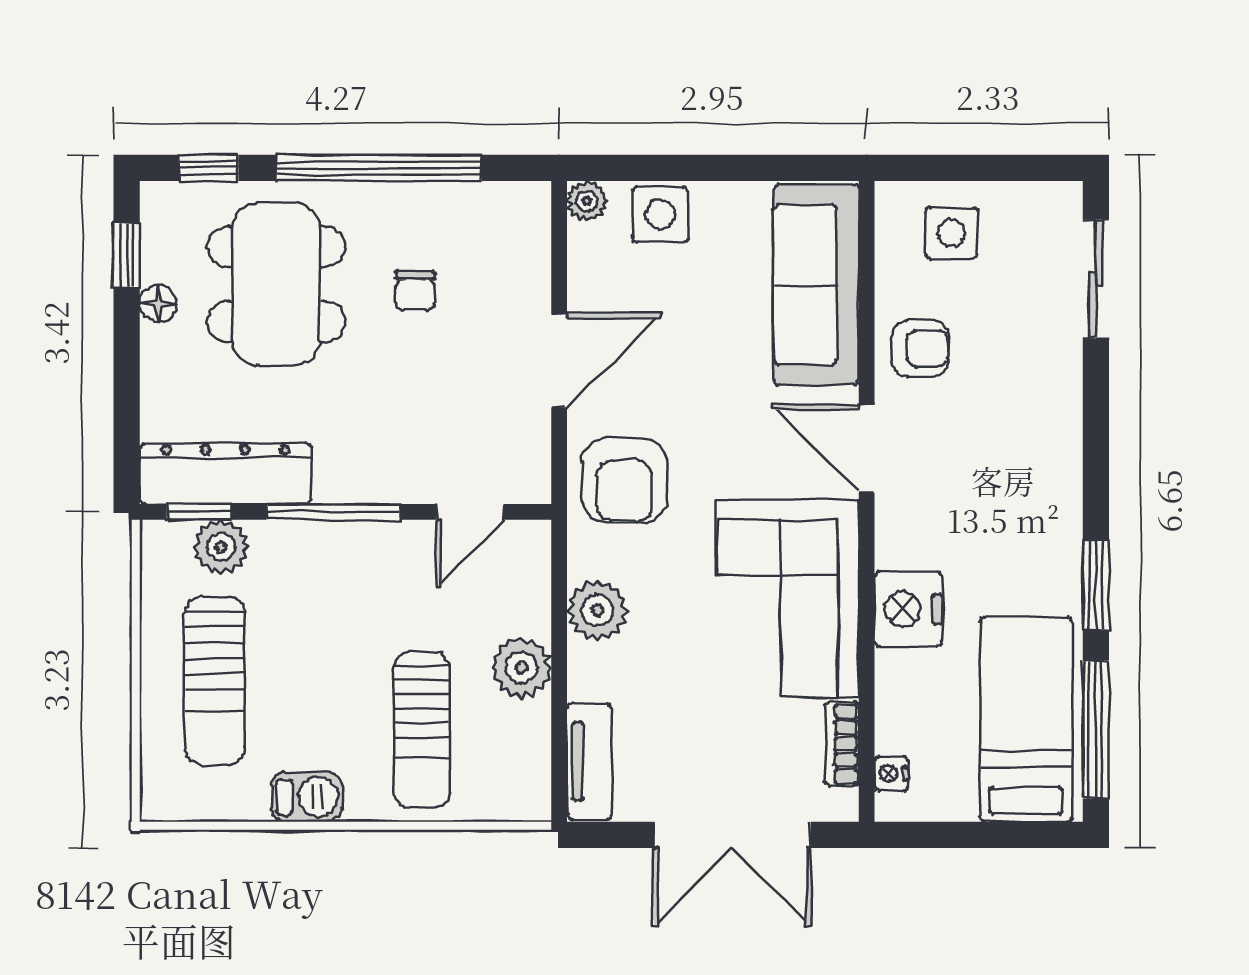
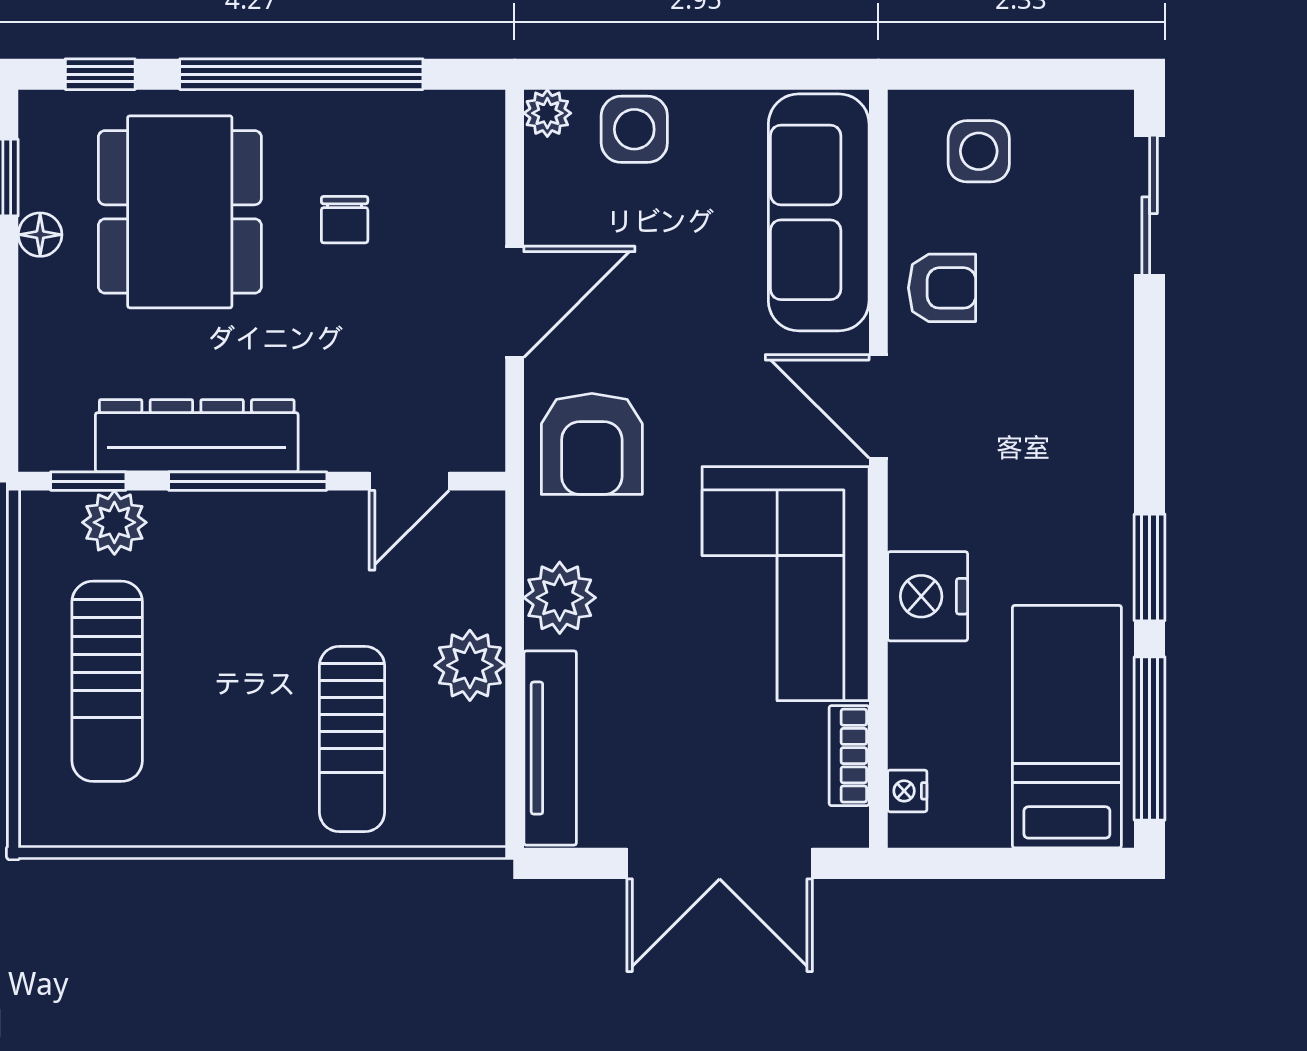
dresser: (225, 473) -> (197, 436), moved
tv unit: (589, 761) -> (550, 748), width x1.41
barbecue: (307, 797) -> (216, 818), removed

